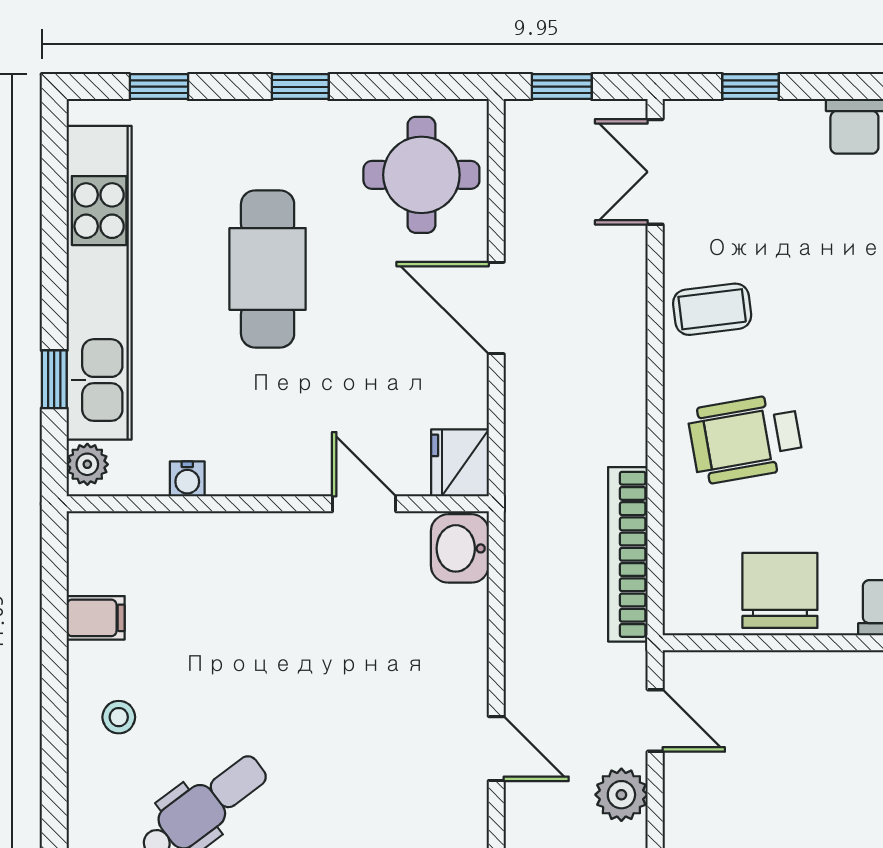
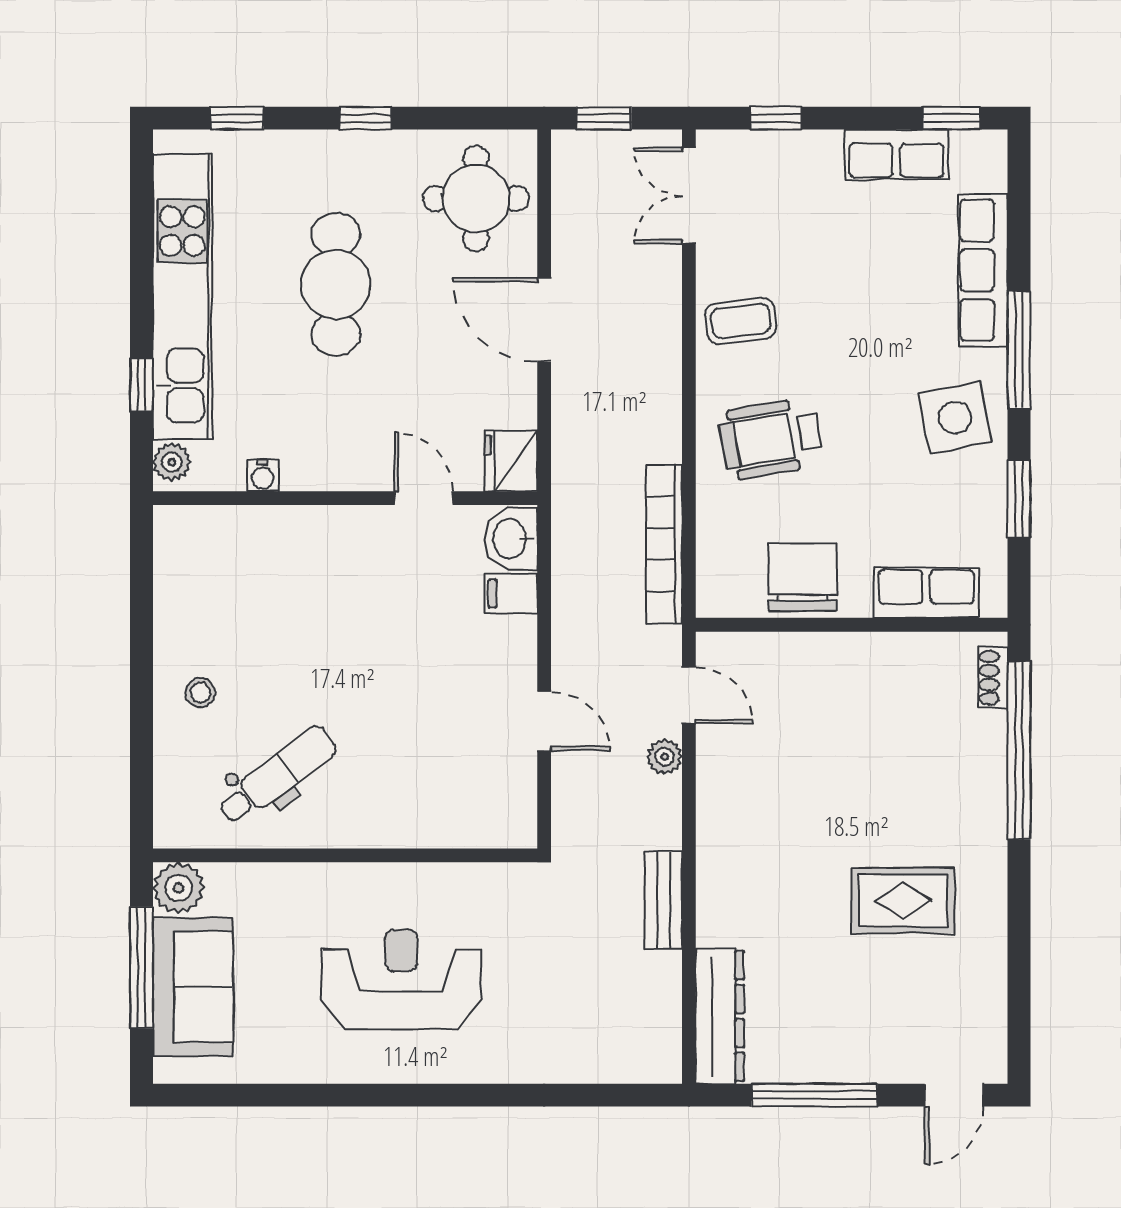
filing cabinet: (96, 618) -> (511, 593), moved, turned 180
plant: (621, 795) -> (665, 757), width x0.73, depth x0.73

